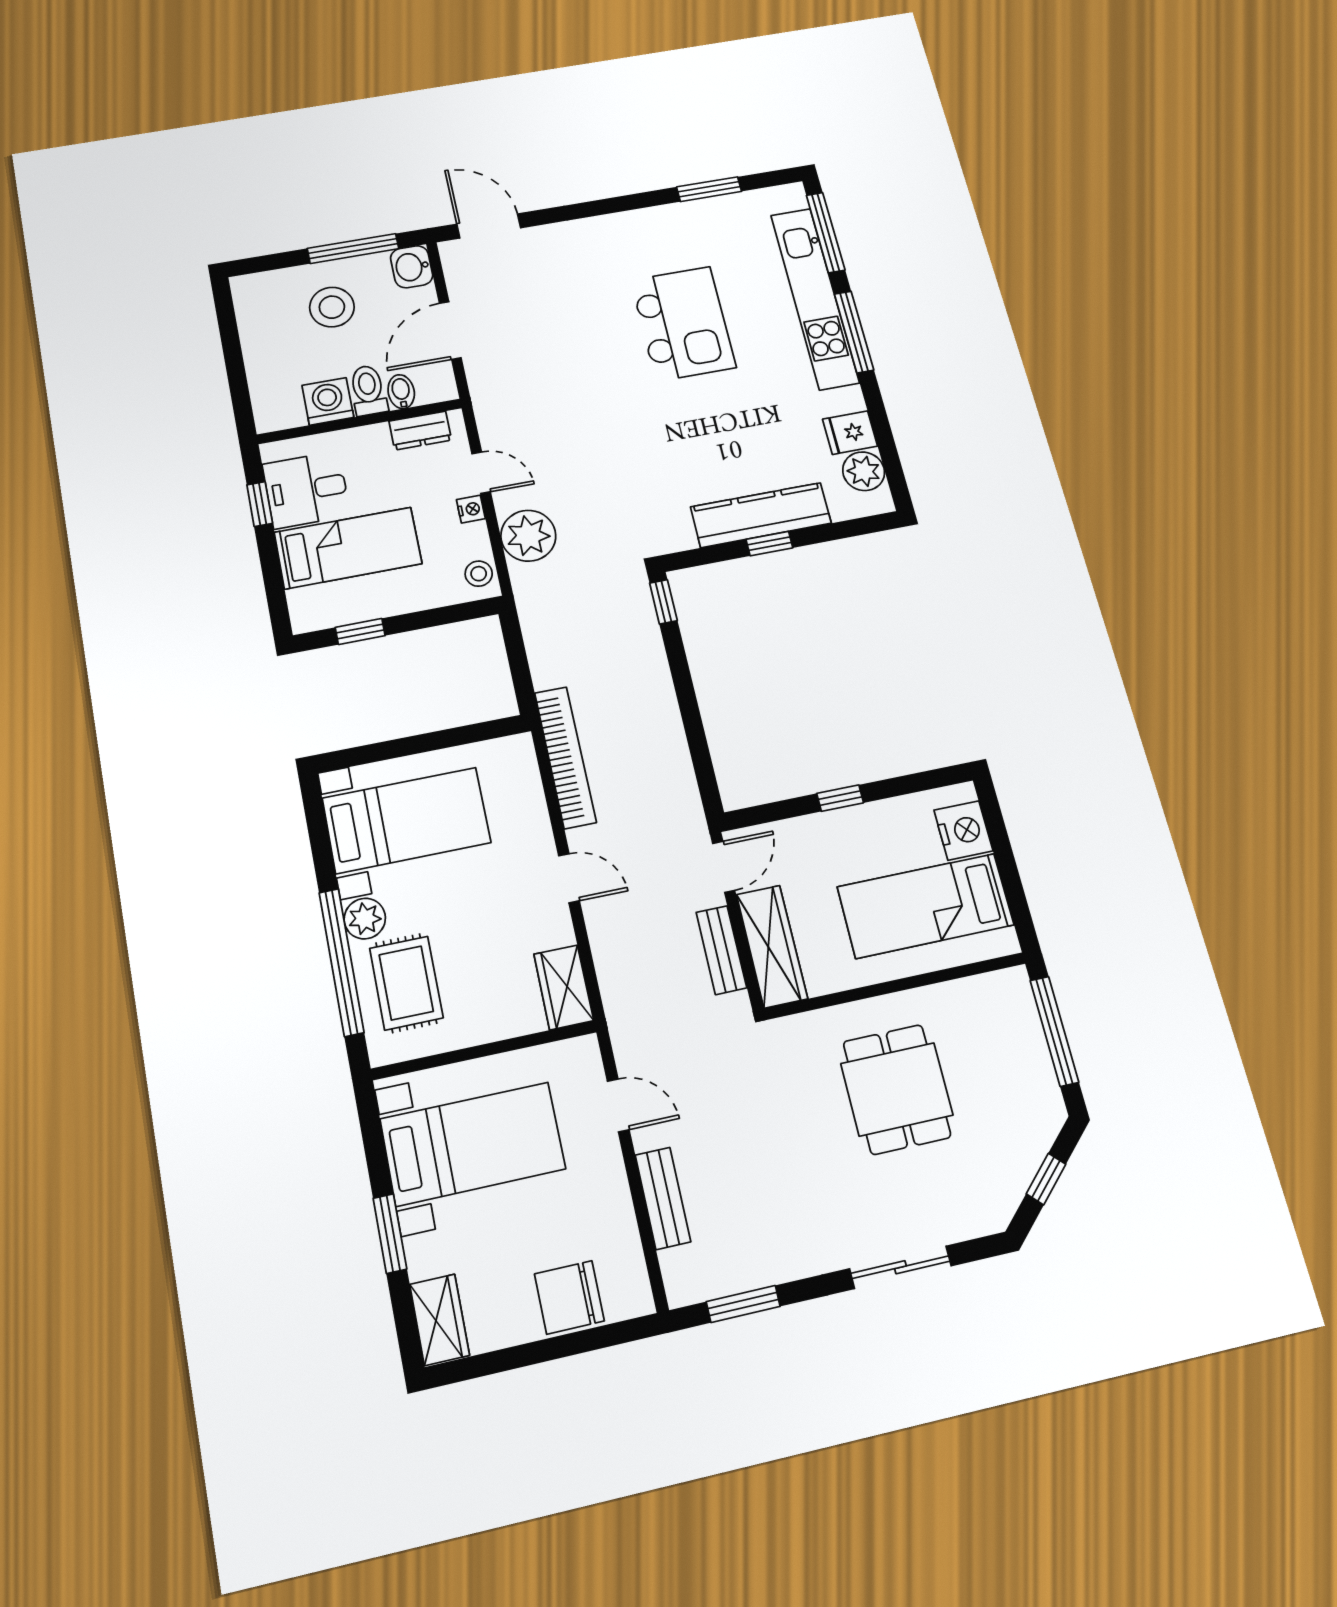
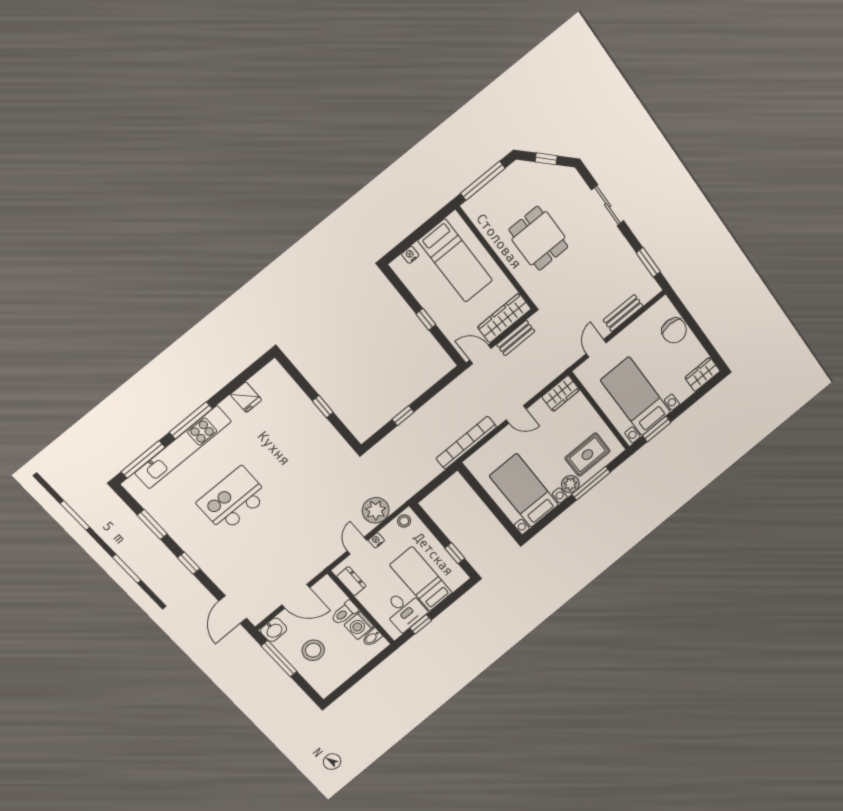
window: (612, 205) -> (189, 563), added
bidet: (401, 392) -> (372, 637), moved
plant: (864, 471) -> (263, 382), removed
kitchen counter: (761, 515) -> (311, 417), removed
window: (663, 602) -> (403, 416), moved
nightstand: (963, 830) -> (410, 255), width x0.53, depth x0.56
door: (569, 878) -> (516, 414), swing flipped
window: (341, 962) -> (591, 483), width x0.68
dining table: (897, 1089) -> (538, 238), turned 90
window: (390, 1234) -> (657, 429), moved

